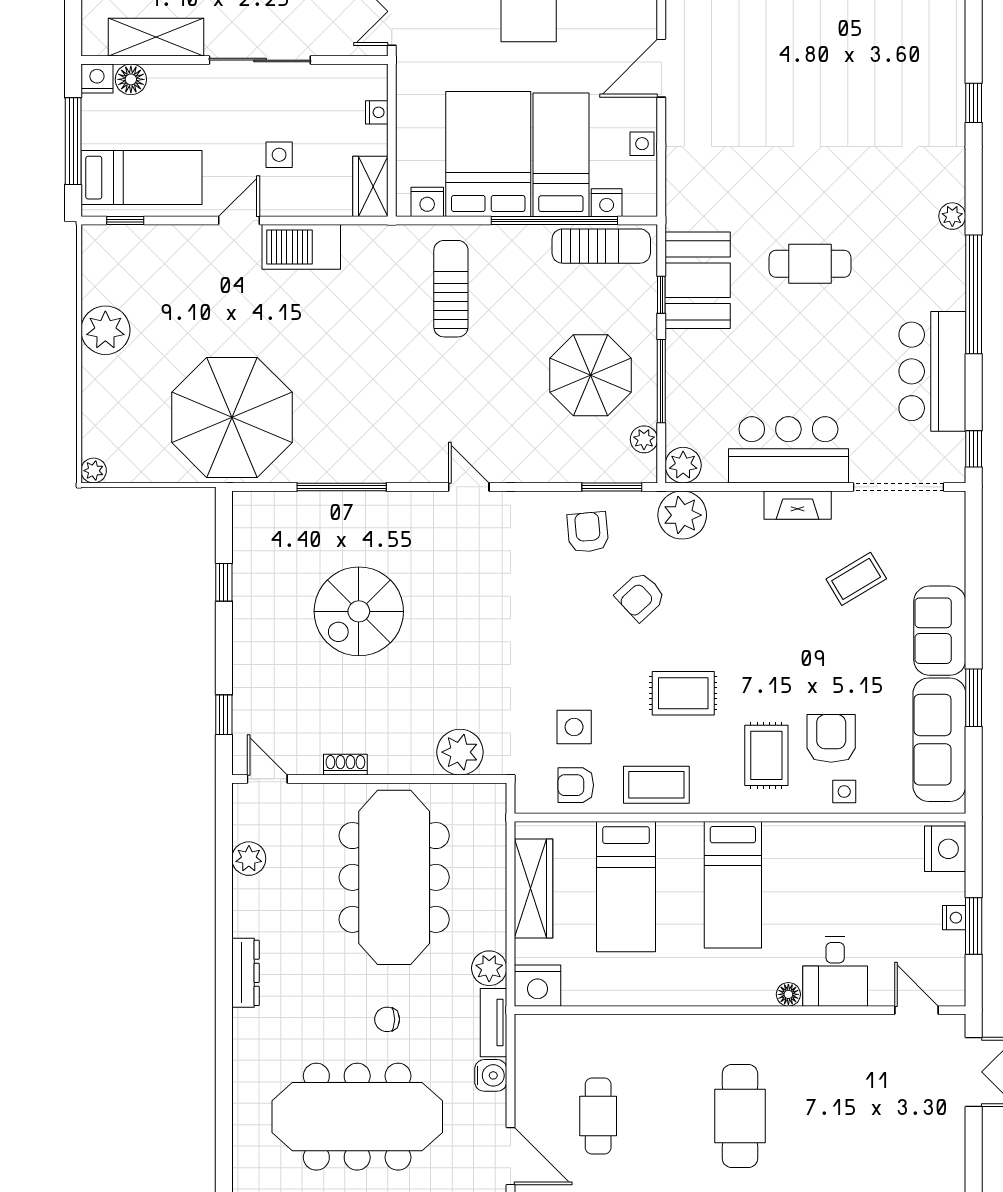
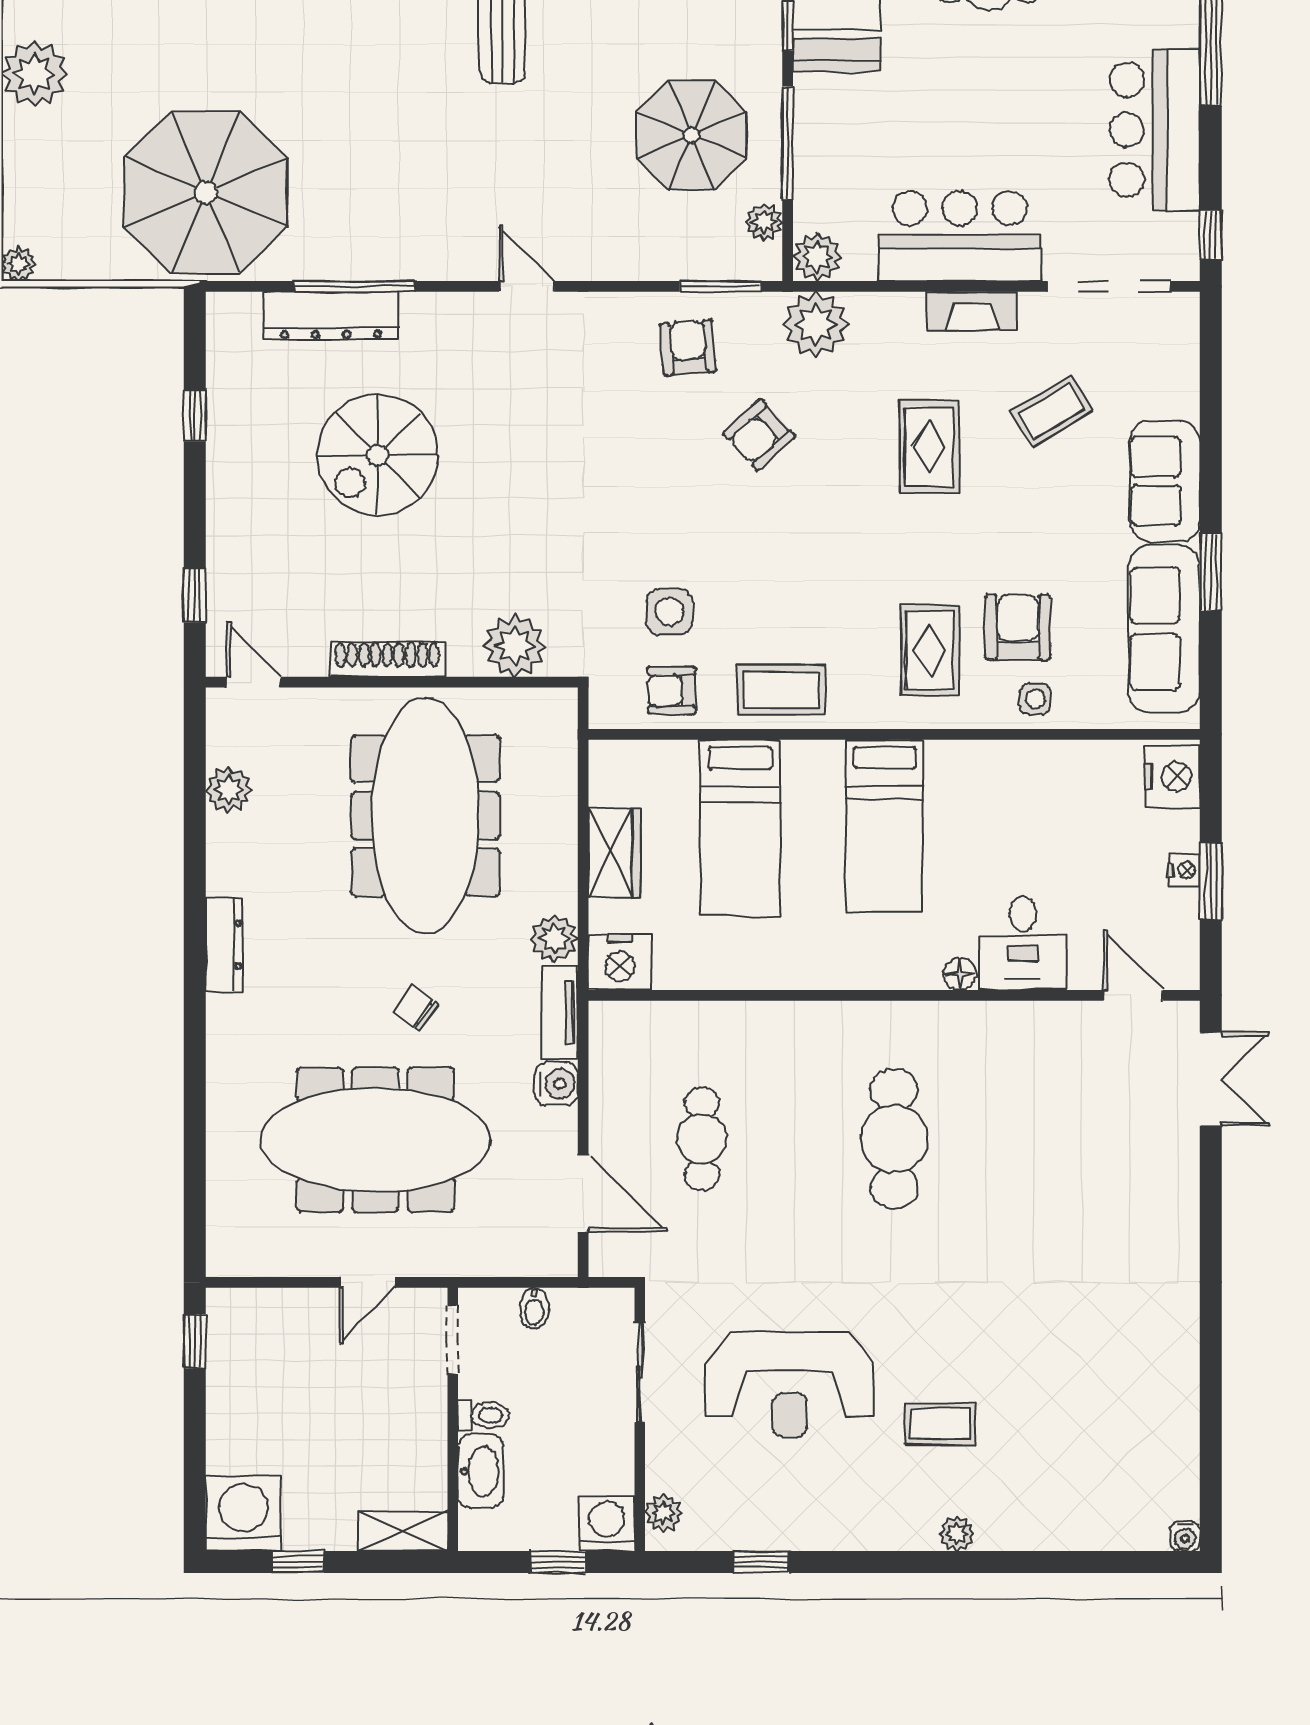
dresser: (324, 509) -> (331, 316), added
rug: (683, 693) -> (929, 447), moved, turned 90
shoe rack: (345, 765) -> (387, 659), width x1.94, depth x1.24
wardrobe: (534, 889) -> (614, 853), width x0.67
chair: (387, 1019) -> (416, 1008), turned 36

